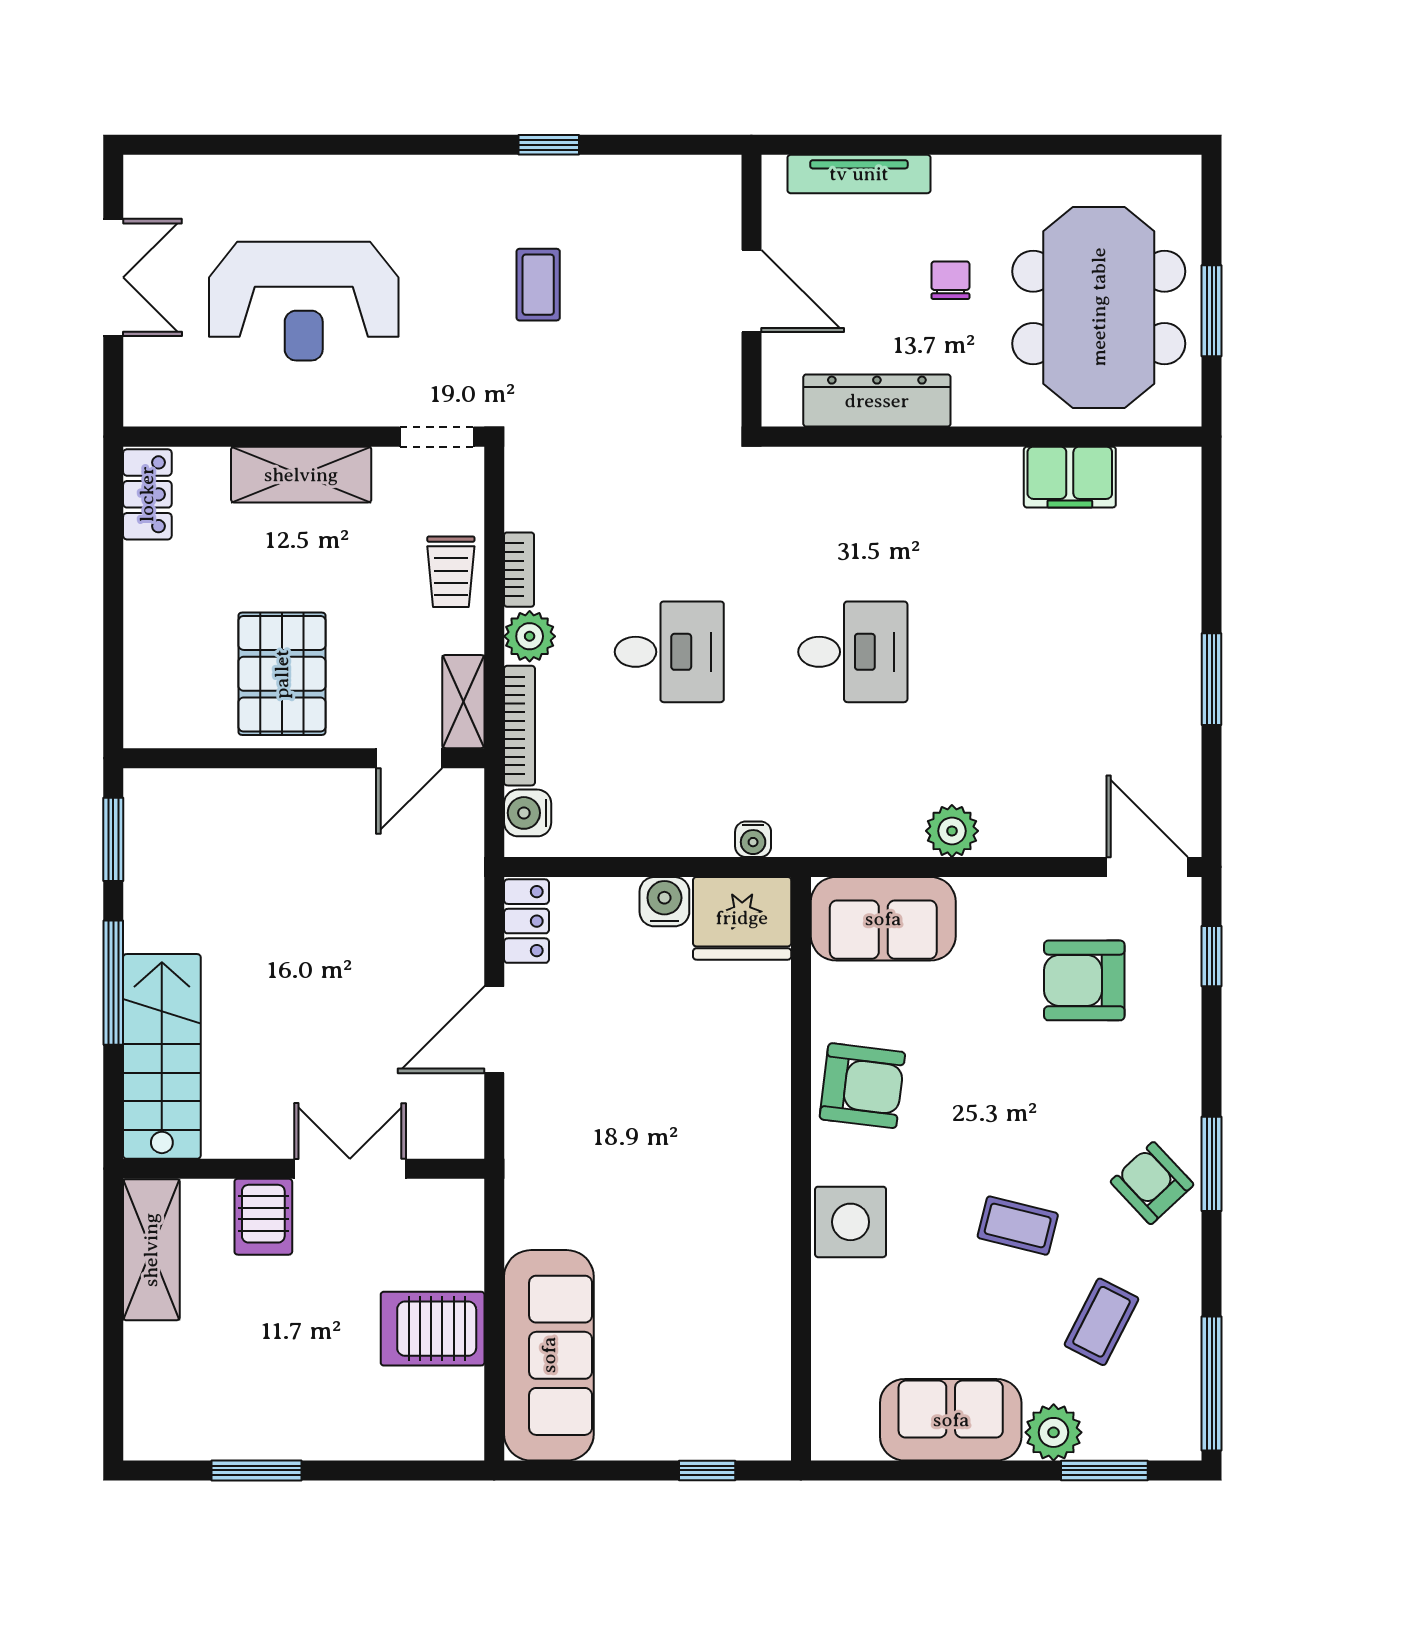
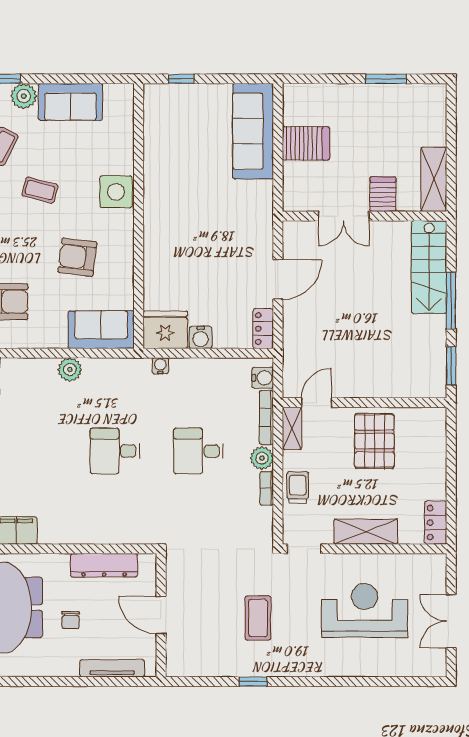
coffee table: (538, 285) -> (258, 618), width x1.36, depth x1.30
armchair: (862, 1086) -> (77, 257), moved

